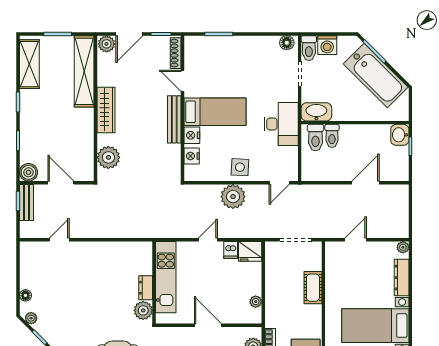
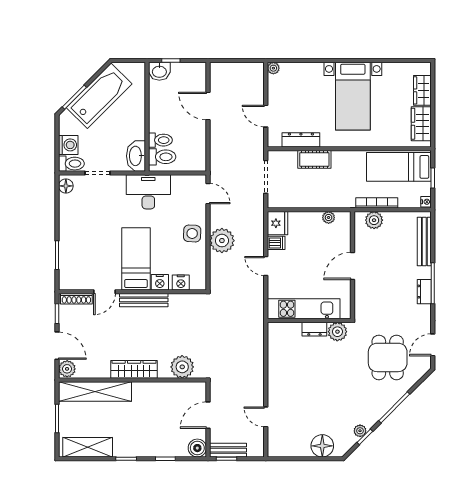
dresser: (402, 278) -> (301, 140), moved, turned 180
floor lamp: (25, 295) -> (322, 446), width x1.89, depth x1.89
plant: (31, 318) -> (360, 431), moved

